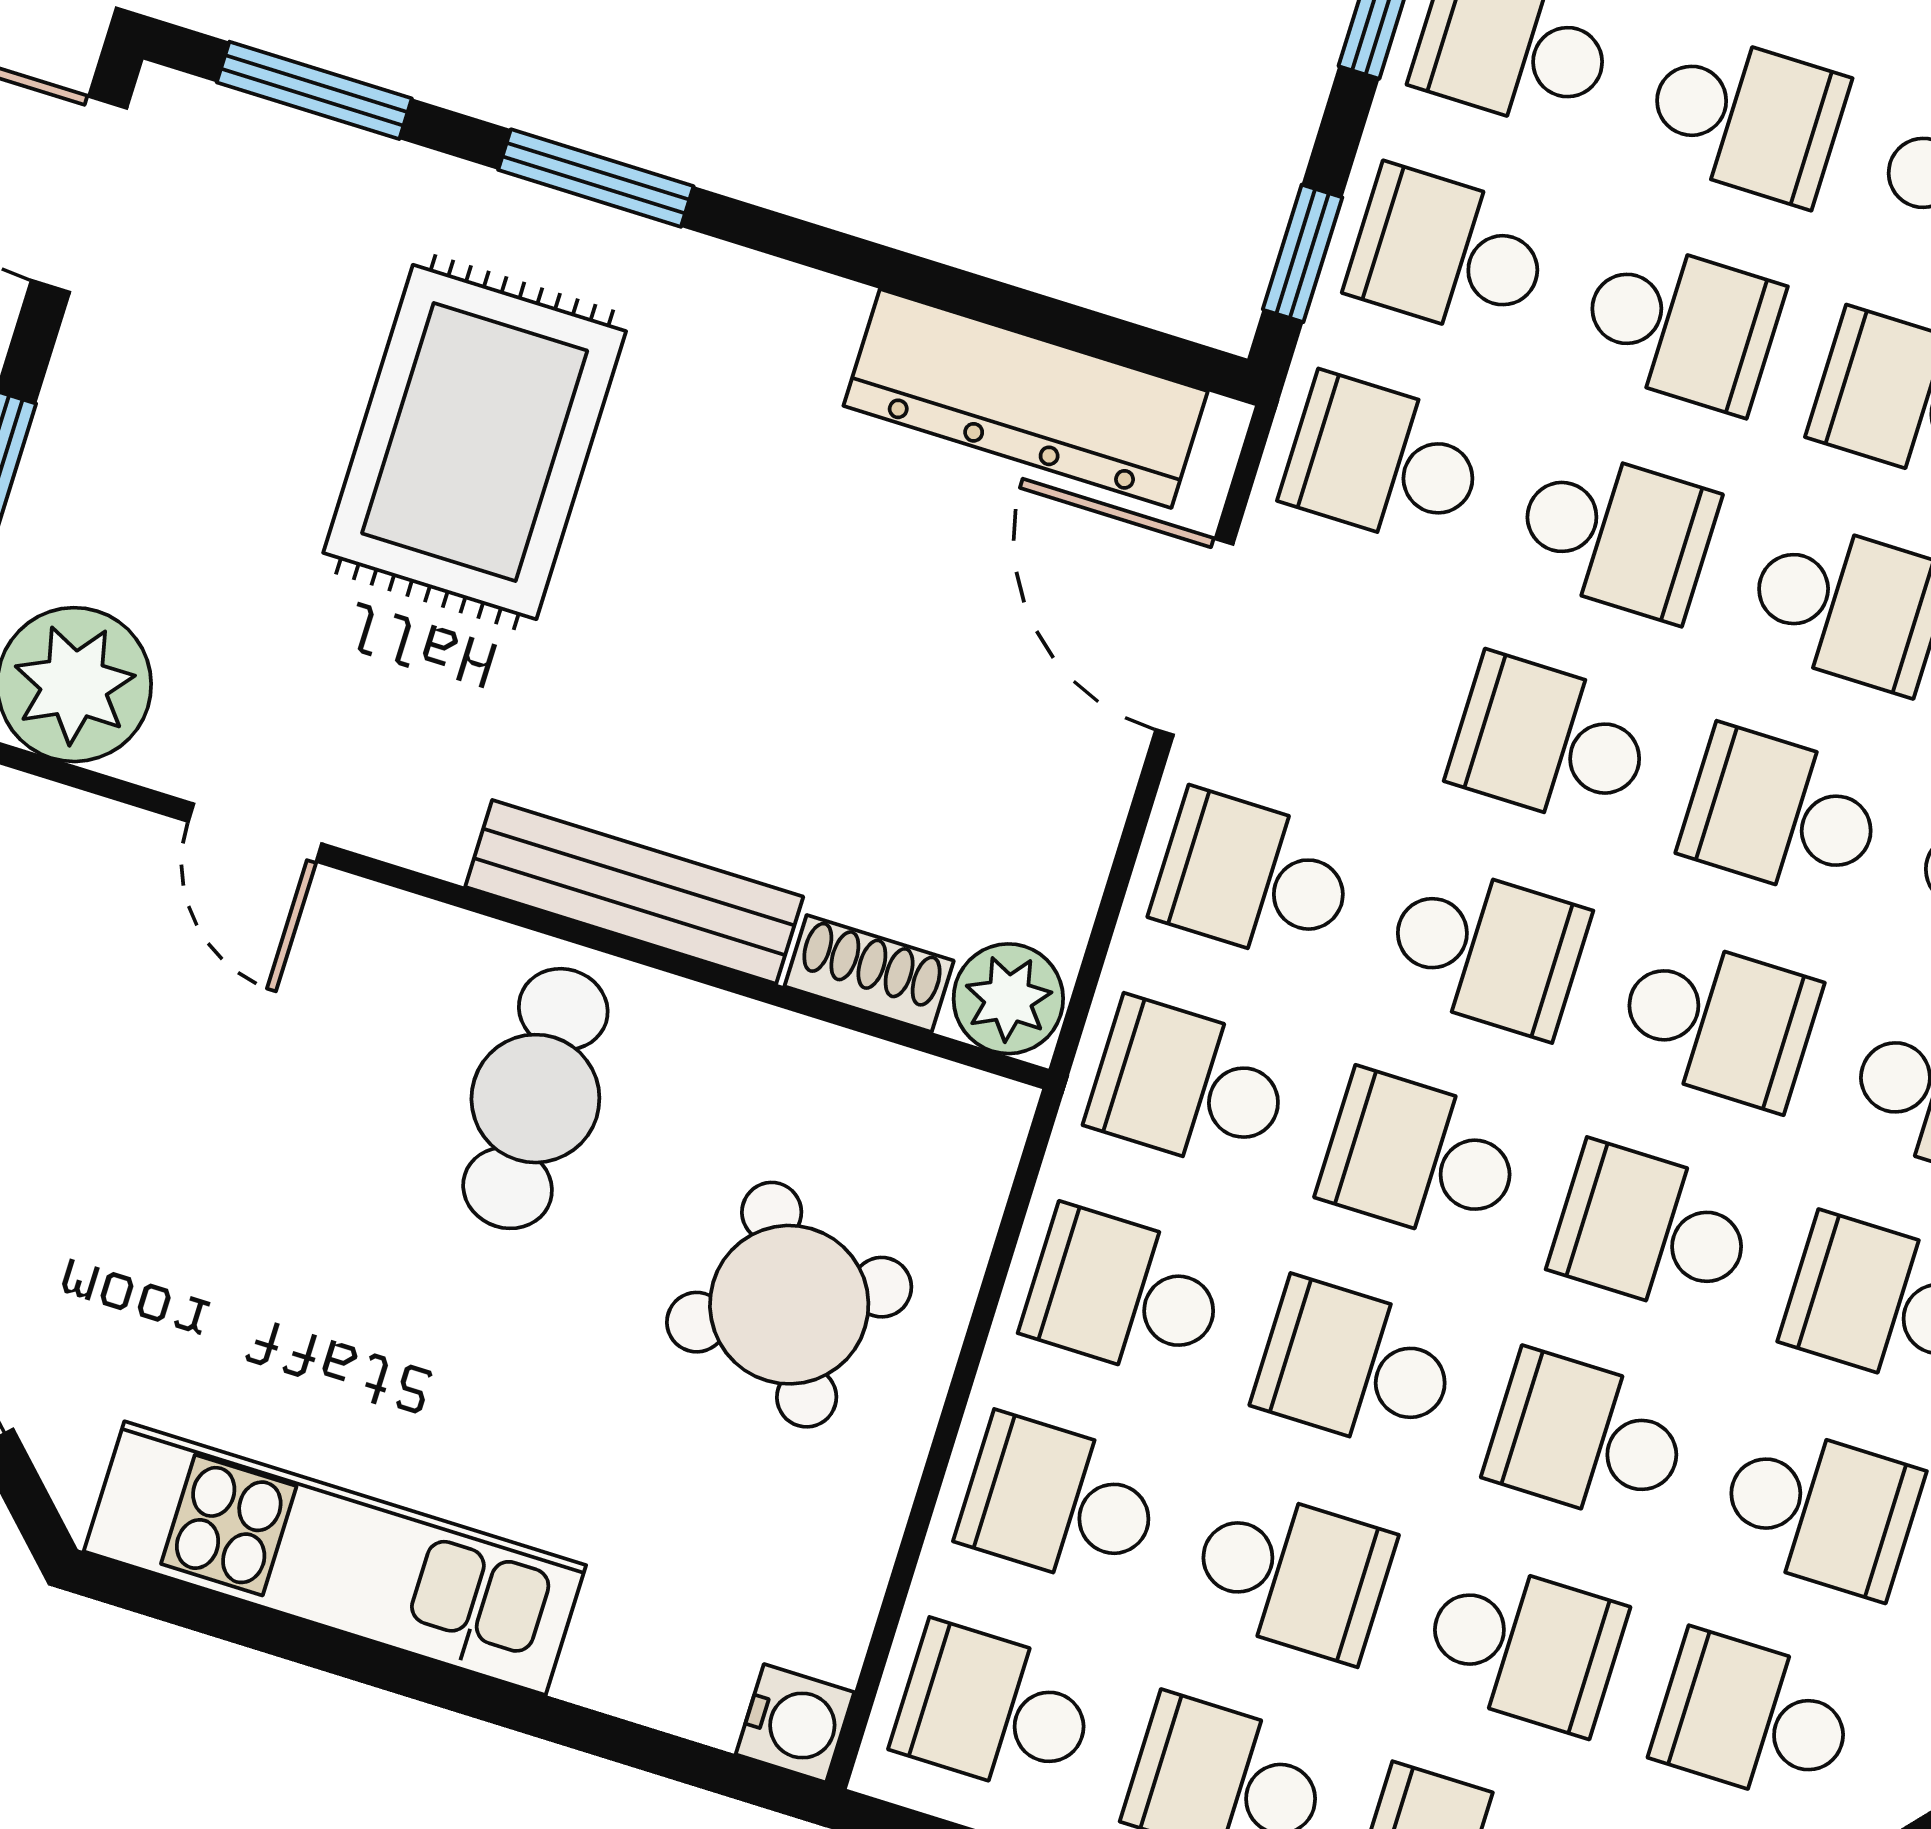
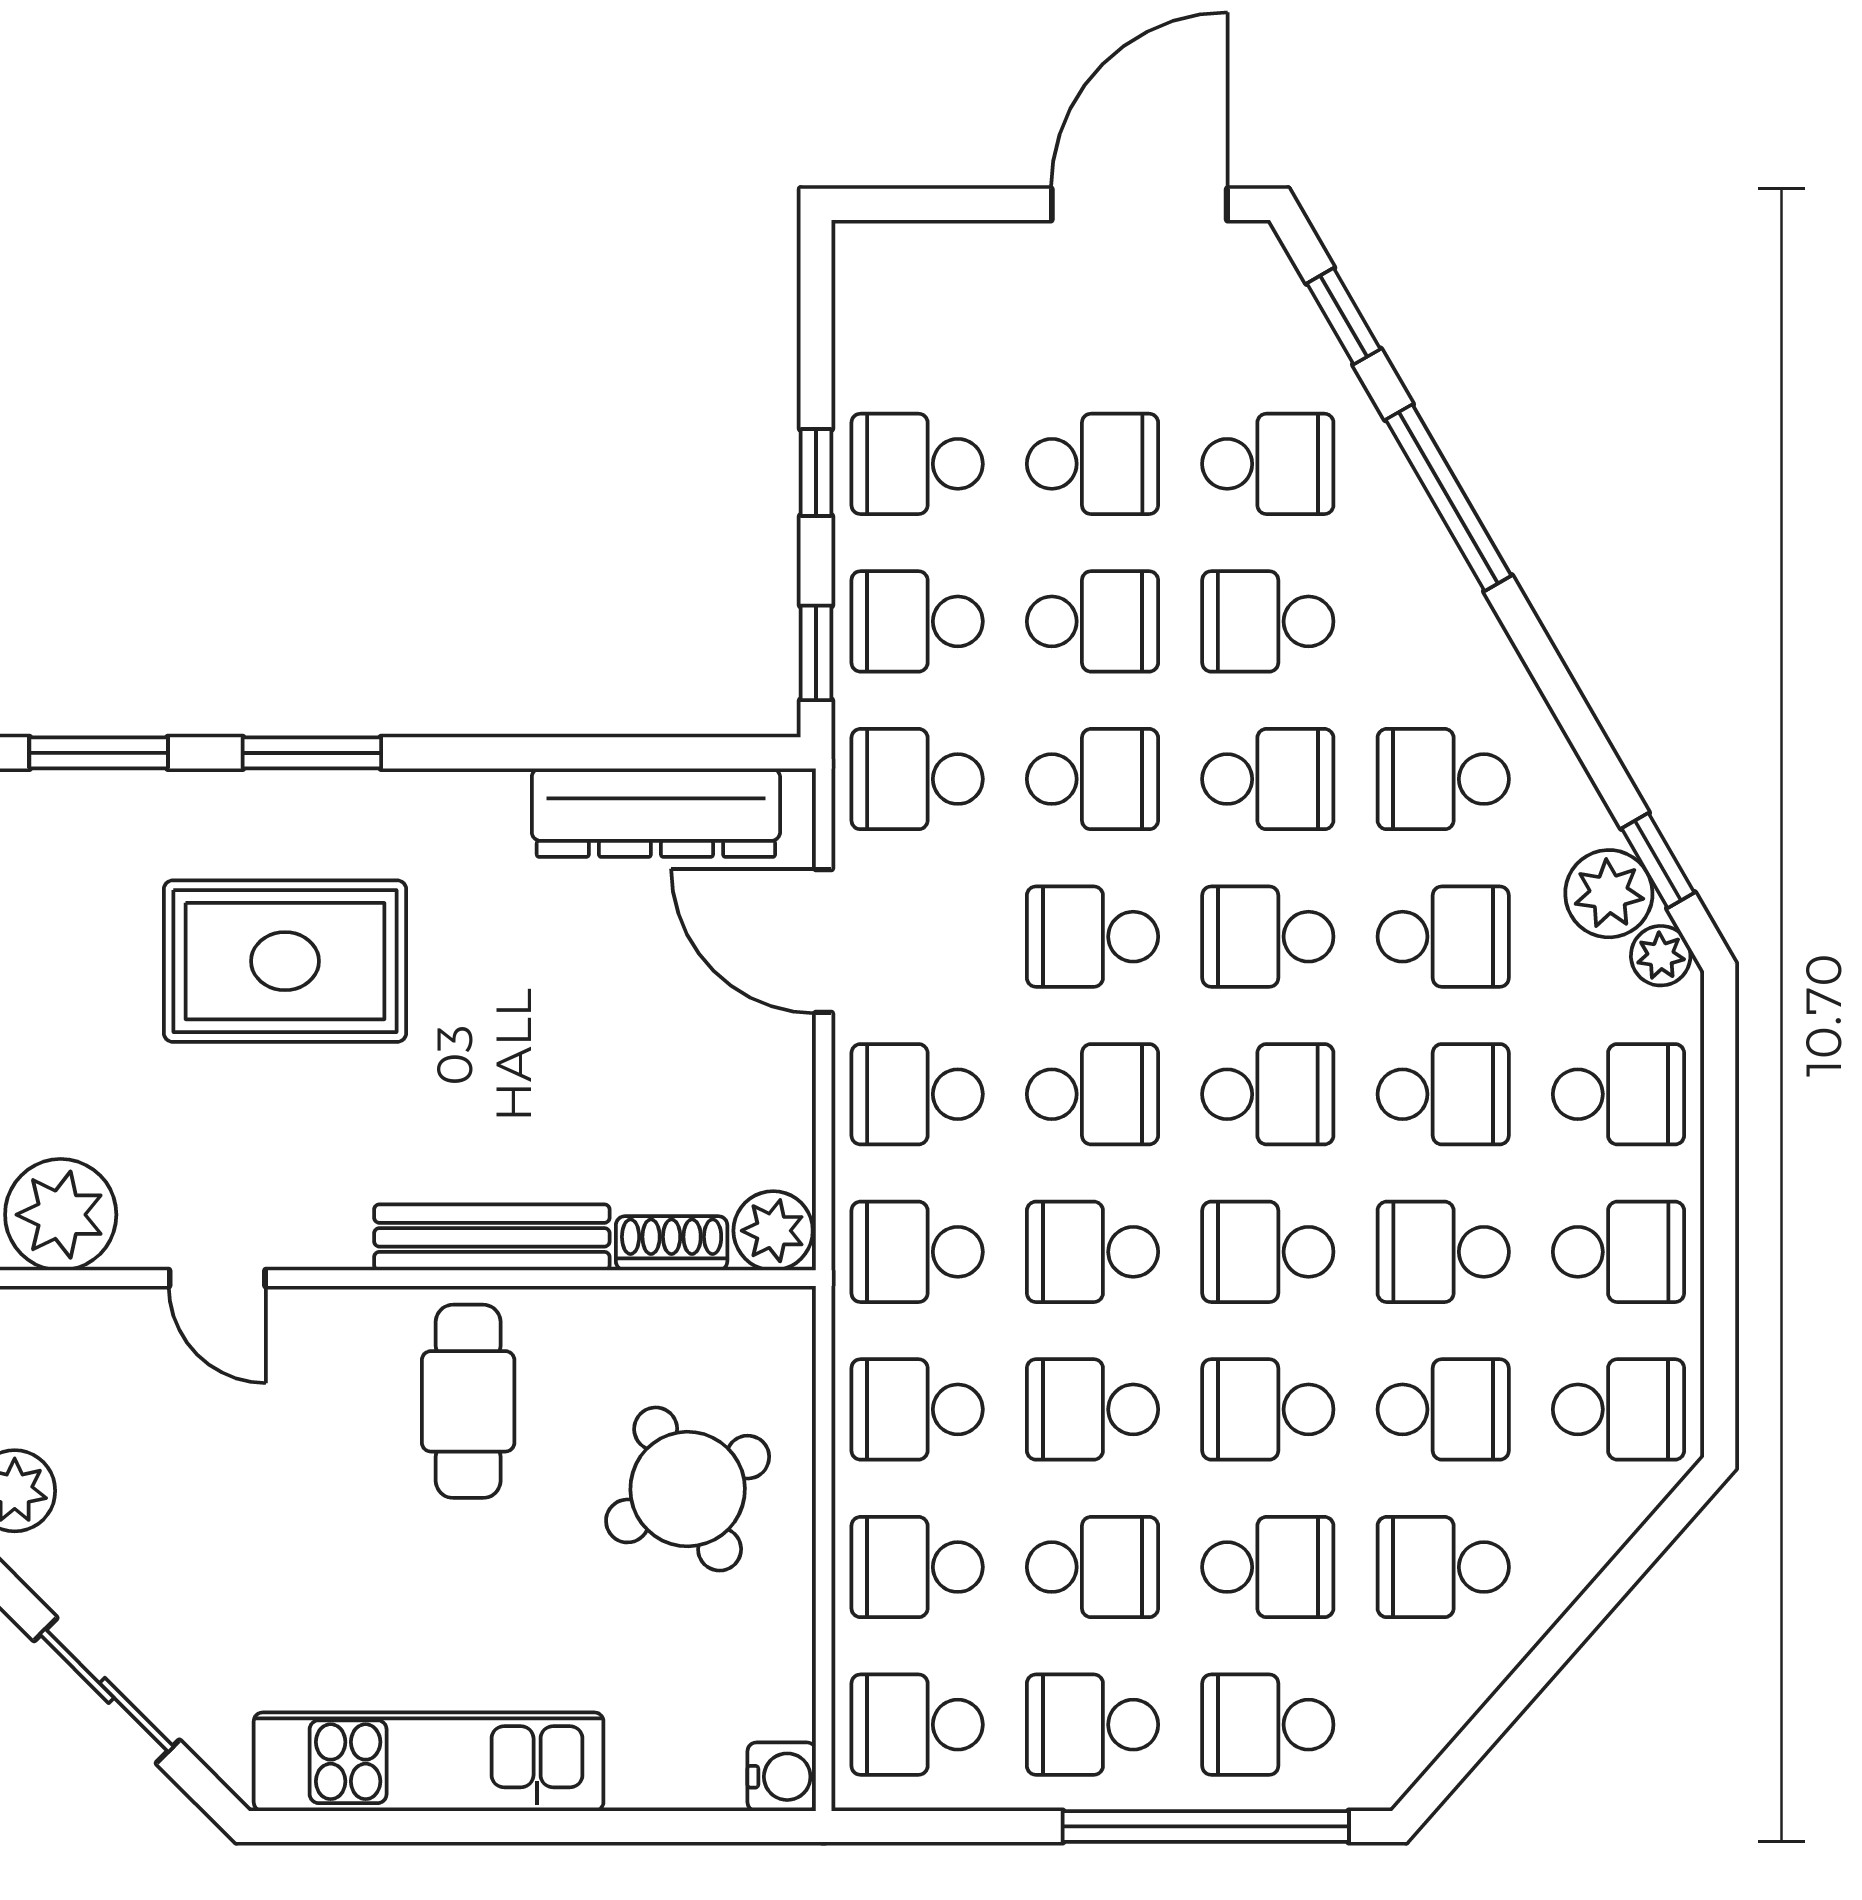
rug: (475, 442) -> (285, 961), turned 90

